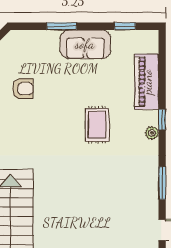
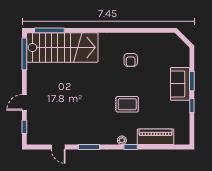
window: (125, 26) -> (192, 105), moved
sofa: (85, 44) -> (180, 84), moved
armchair: (23, 89) -> (131, 60), moved

